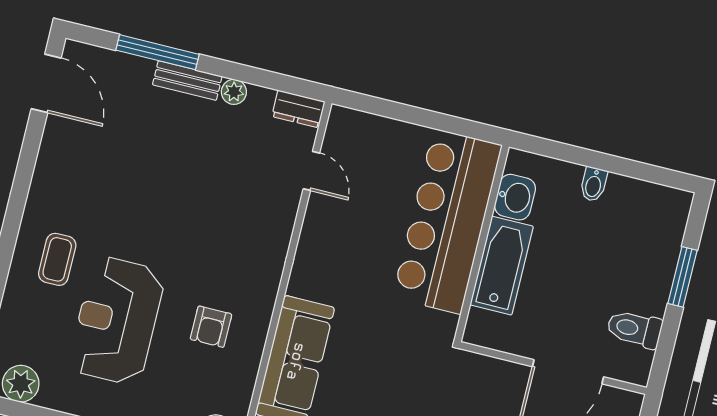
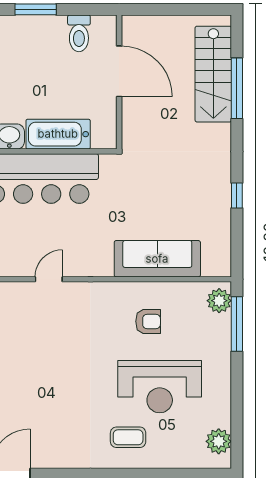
door: (311, 171) -> (49, 279), moved

